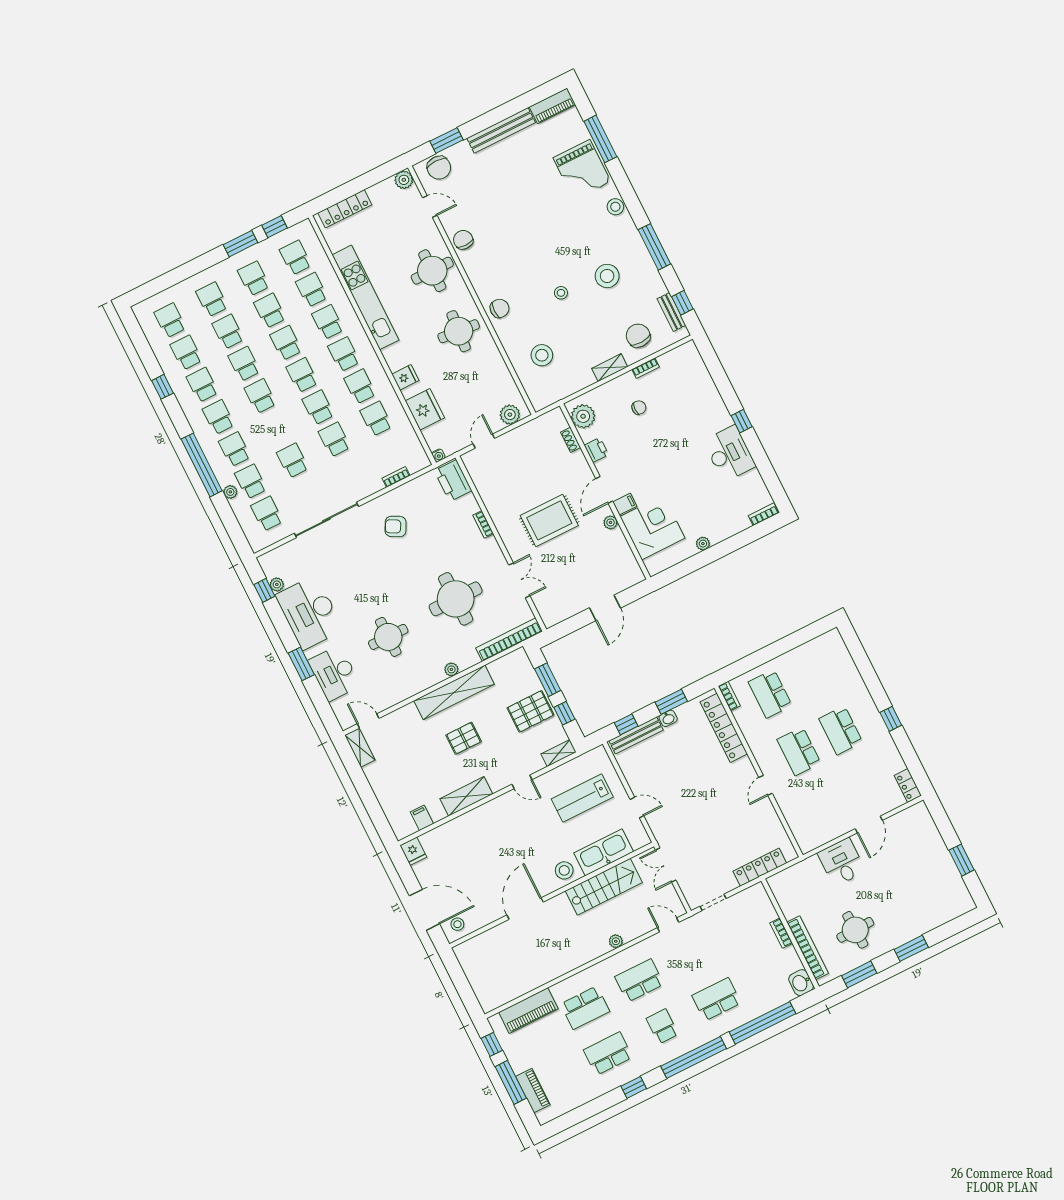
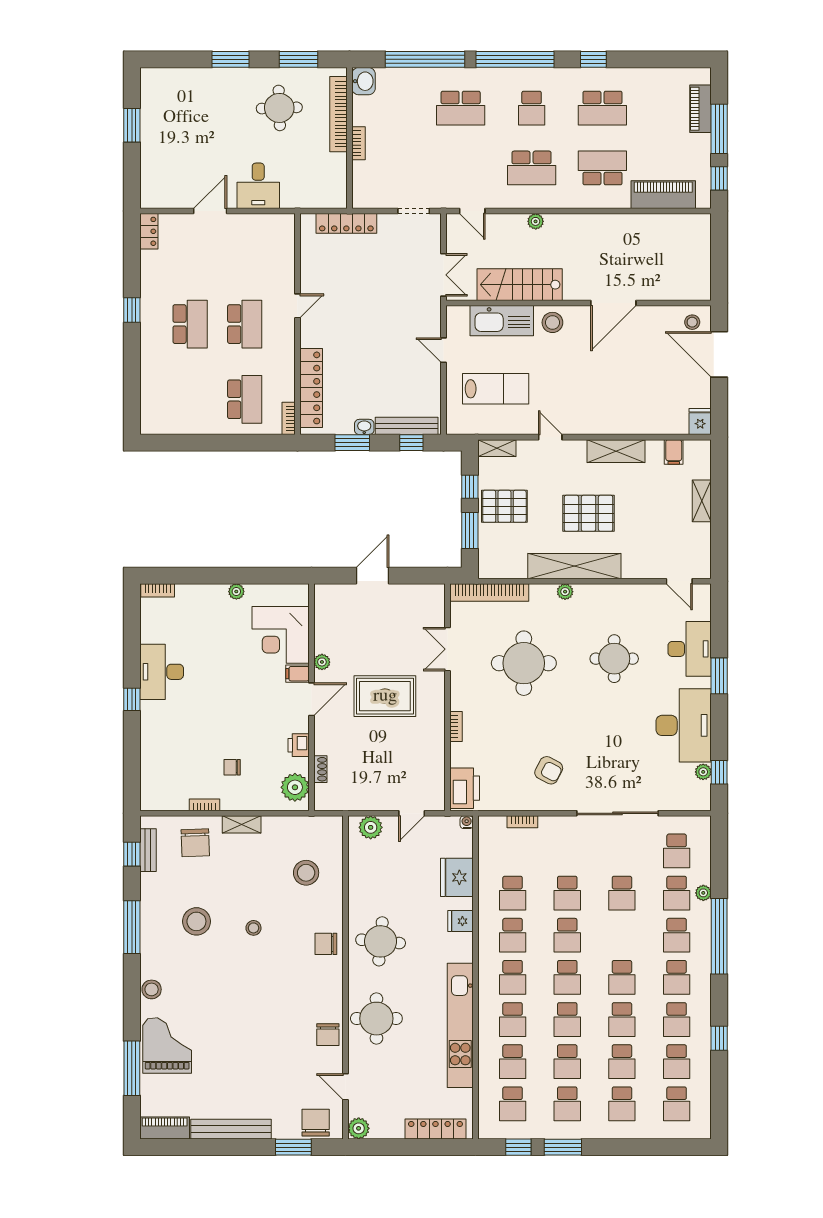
pallet: (464, 738) -> (589, 513), width x1.50, depth x1.42
shelving: (360, 748) -> (702, 501), moved

